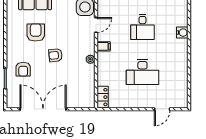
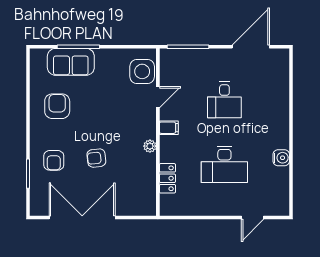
armchair: (36, 33) -> (57, 106), moved
water cooler: (182, 33) -> (281, 158), moved
armchair: (56, 55) -> (96, 158), moved
locker: (103, 97) -> (167, 178), moved

